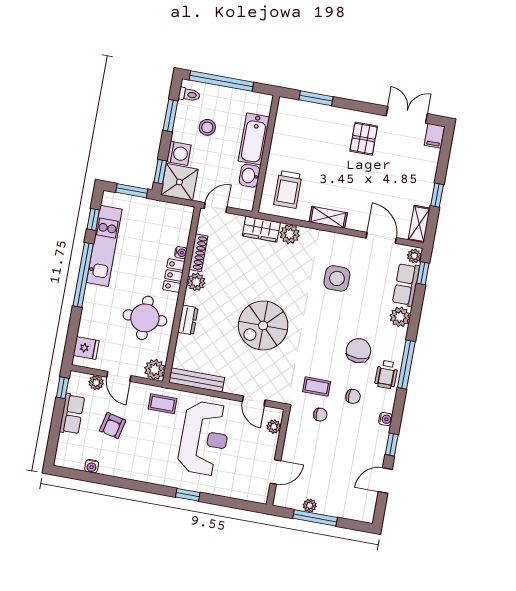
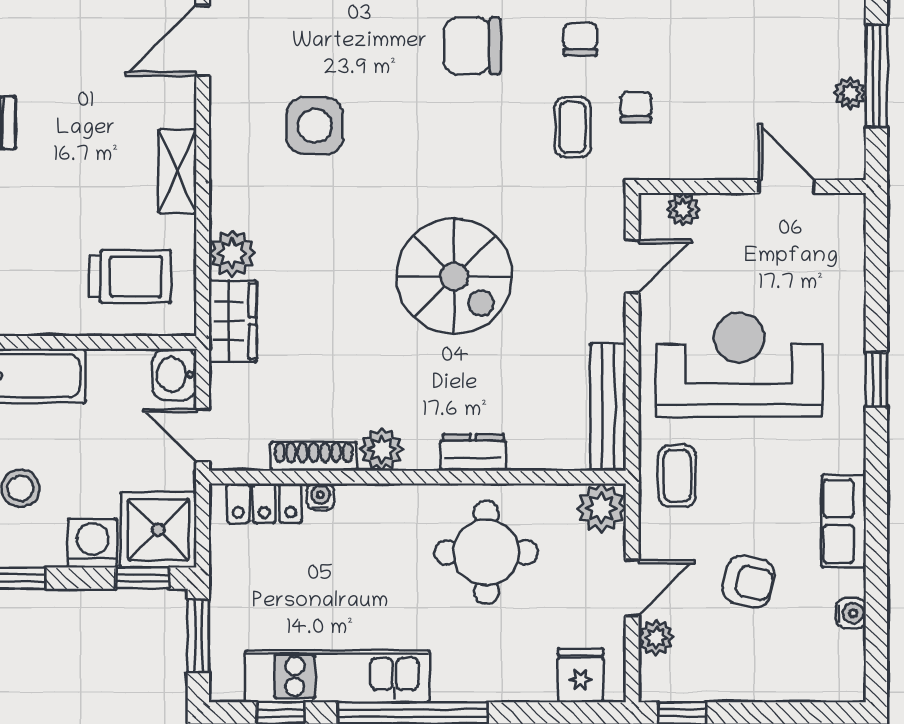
washbasin: (250, 176) -> (174, 374), moved, turned 90
locker: (174, 276) -> (264, 503), moved
row of seats: (72, 414) -> (844, 521), moved, turned -90

